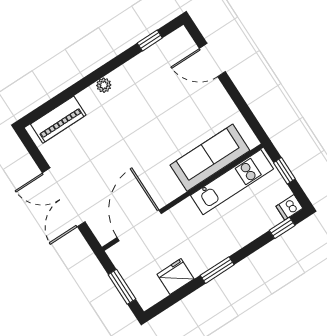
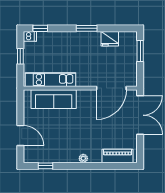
sofa: (210, 158) -> (54, 99), moved
kitchen unit: (232, 182) -> (51, 80), moved
wall: (183, 197) -> (80, 88), moved
door: (139, 225) -> (111, 88), moved

